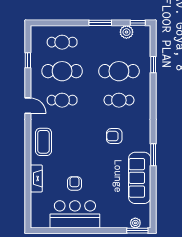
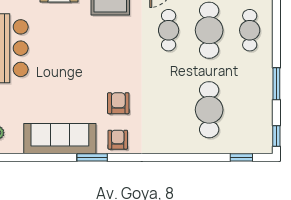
plant: (126, 32) -> (264, 120), removed
window: (153, 65) -> (241, 157), moved
cafe table: (119, 100) -> (169, 110), removed
armchair: (74, 184) -> (118, 140), moved, turned -90

